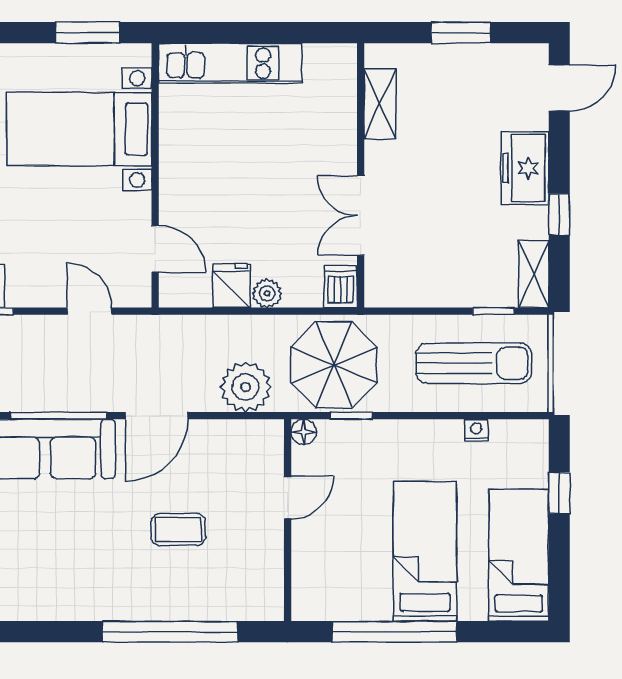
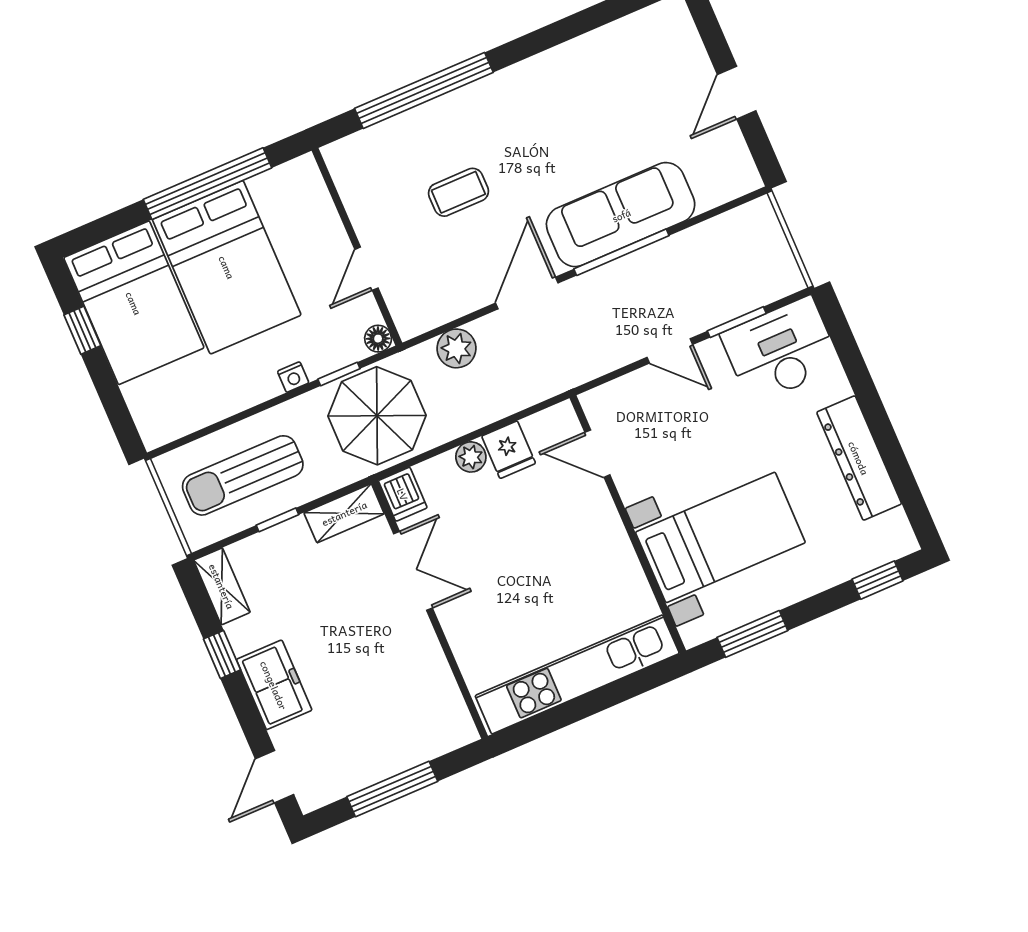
window: (461, 33) -> (392, 789), width x1.44
kitchen unit: (230, 63) -> (577, 674), width x1.36
shelving: (380, 104) -> (344, 513), moved, turned 90
door: (89, 311) -> (670, 351), moved
window: (493, 311) -> (277, 520), moved
plant: (246, 387) -> (456, 348), width x0.73, depth x0.73
nightstand: (476, 430) -> (293, 377), moved
window: (559, 493) -> (82, 330), moved
bed: (425, 551) -> (227, 267), width x1.50
bed: (519, 555) -> (134, 303), width x1.50

